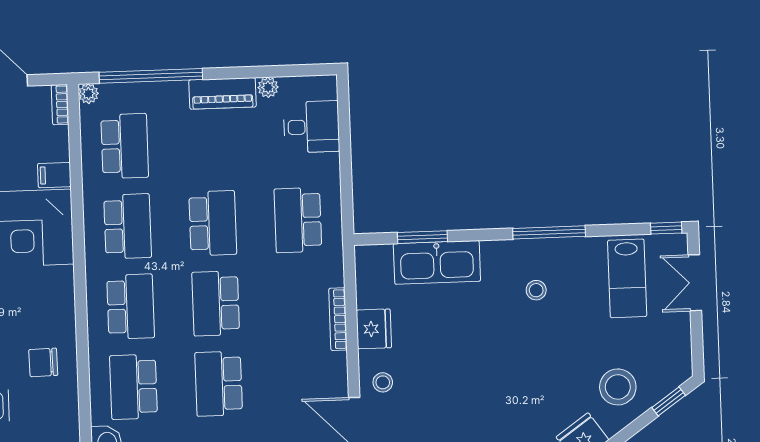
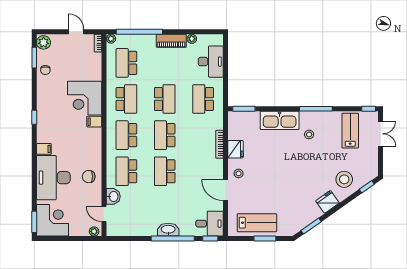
desk: (311, 127) -> (211, 62), width x1.37
school desk: (125, 146) -> (126, 63), turned 180
filing cabinet: (54, 175) -> (94, 122), moved
window: (422, 237) -> (244, 109), moved
kitchen sink: (437, 262) -> (280, 120), moved
lab bench: (627, 278) -> (350, 131), turned 180
double door: (695, 283) -> (381, 134), swing flipped
school desk: (131, 307) -> (126, 135), turned 180
chair: (43, 362) -> (89, 177), moved

